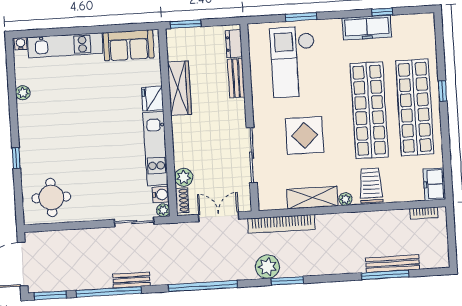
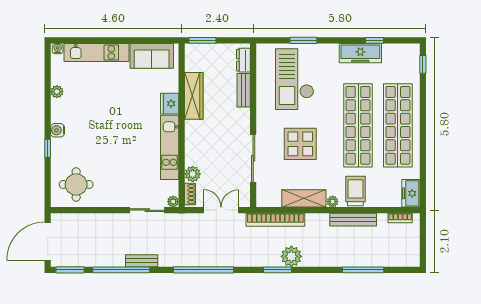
window: (443, 91) -> (423, 64), moved
water cooler: (161, 195) -> (58, 130), moved, turned 180
bench: (392, 264) -> (353, 220), moved
plant: (267, 267) -> (291, 256), moved

